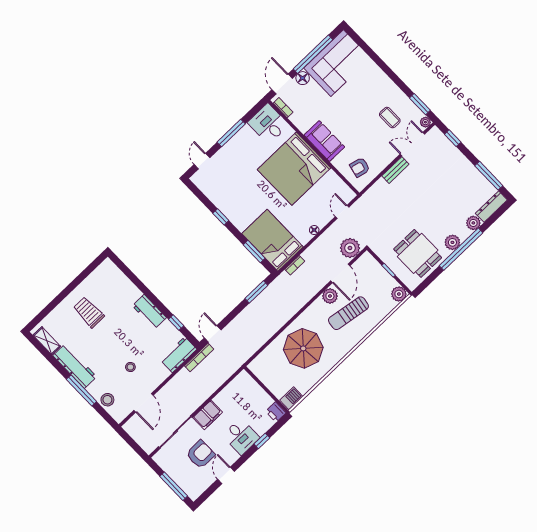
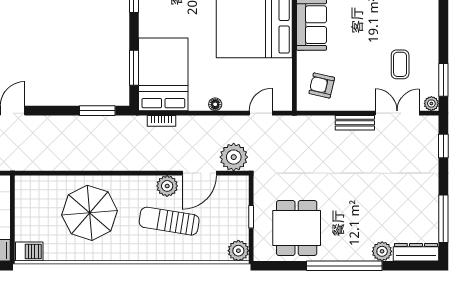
plant: (452, 242) -> (342, 251), removed

